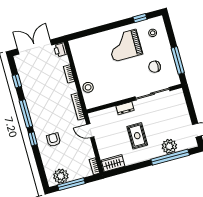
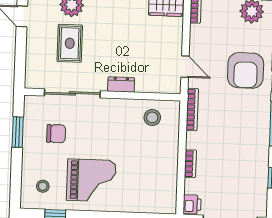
window: (178, 60) -> (18, 132), width x0.69
stool: (88, 87) -> (152, 117), moved
rug: (137, 136) -> (70, 43), moved
armchair: (53, 140) -> (246, 70), width x1.88, depth x1.88

